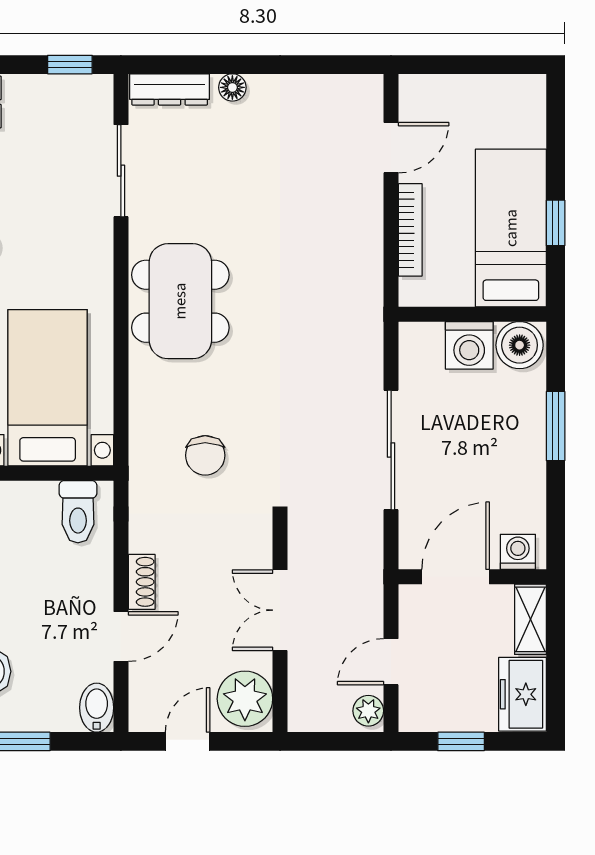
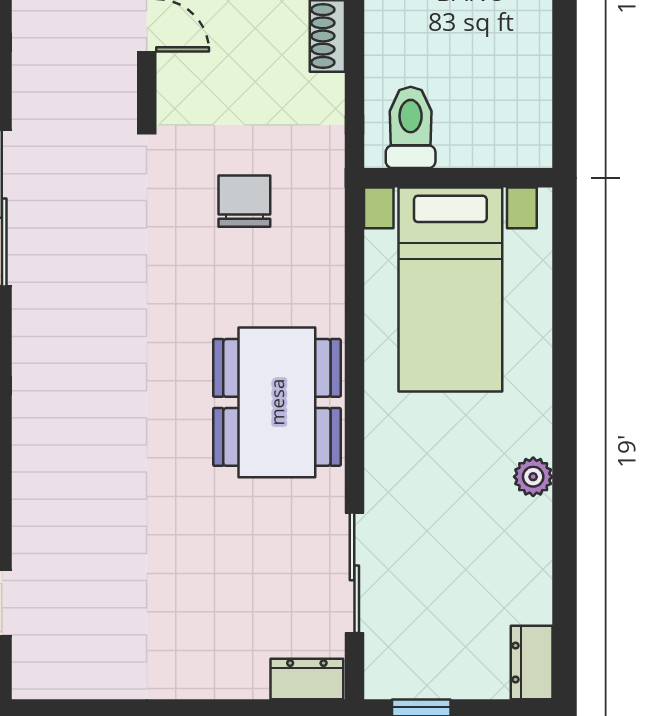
floor lamp: (232, 87) -> (209, 682), removed
dresser: (170, 89) -> (307, 679), width x0.70

